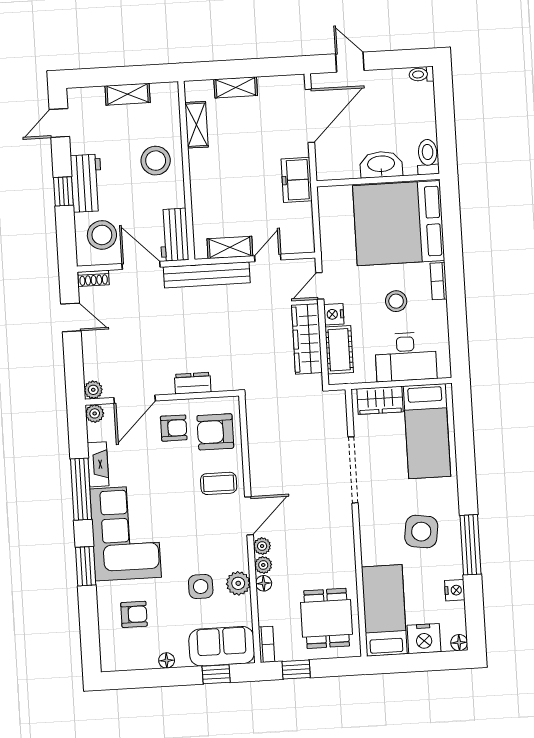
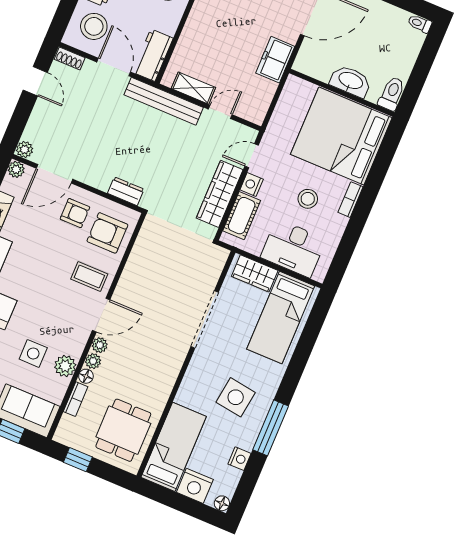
dresser: (193, 383) -> (126, 191), moved
bookcase: (266, 644) -> (76, 399), moved

